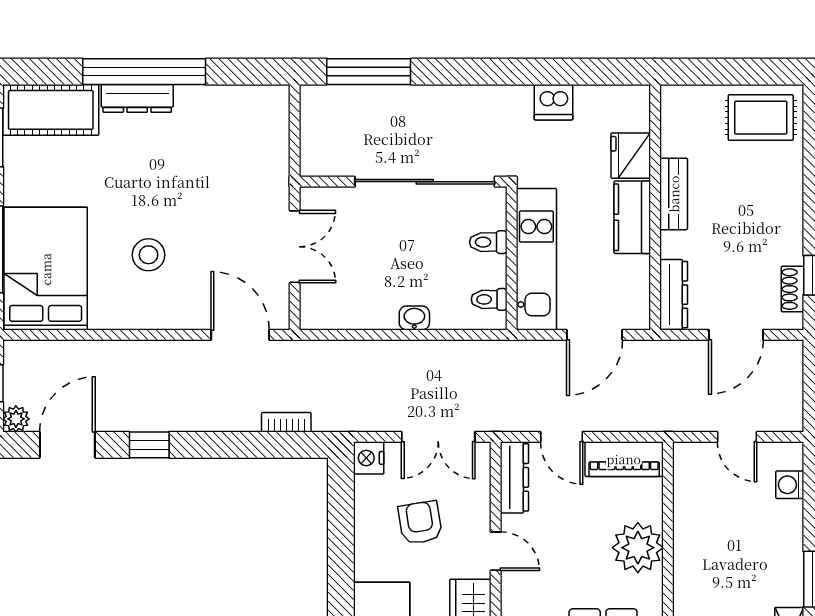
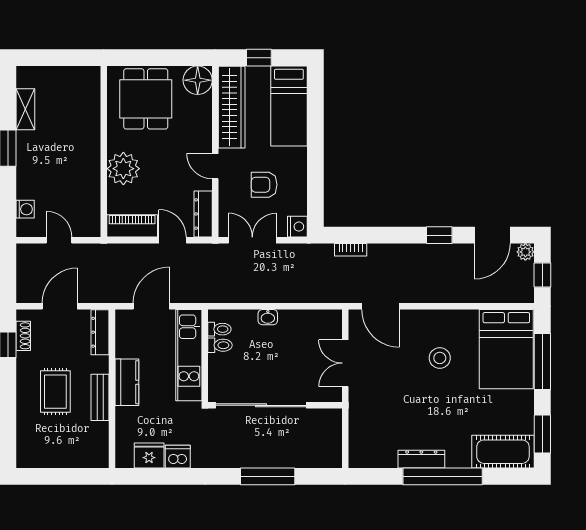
window: (369, 72) -> (268, 476), moved
dresser: (137, 98) -> (421, 459), moved
rug: (761, 118) -> (55, 392), moved, turned 90
fridge: (631, 156) -> (149, 455), moved, turned -90
toilet: (488, 242) -> (220, 345), moved
armchair: (420, 523) -> (264, 185), turned 99

